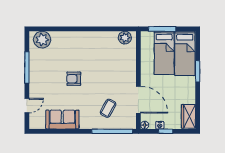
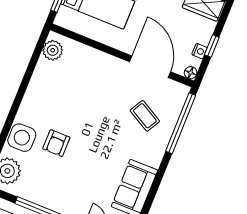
side table: (65, 40) -> (22, 138), added
armchair: (74, 79) -> (56, 143), moved
door: (138, 100) -> (150, 67), hinge flipped

